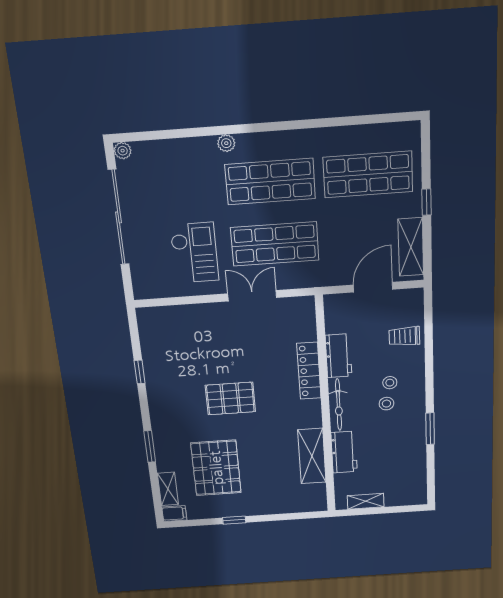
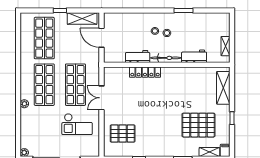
checkout: (194, 253) -> (77, 124), turned 180
trolley: (404, 336) -> (129, 23), removed
pallet: (230, 399) -> (123, 133), moved, turned 90
shelving: (312, 456) -> (223, 88), moved, turned 90

